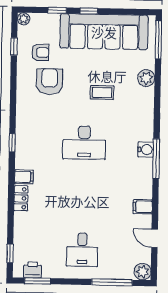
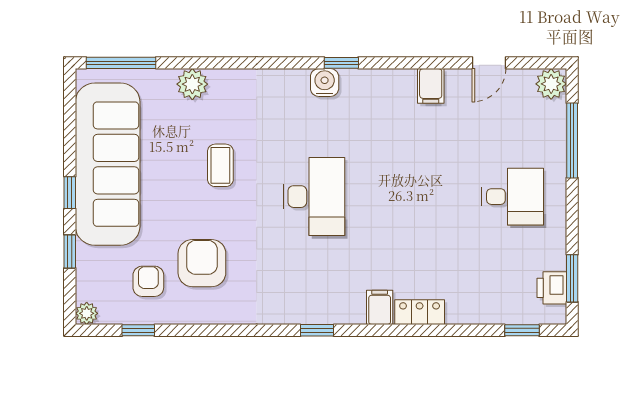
armchair: (50, 81) -> (202, 263), turned 90
window: (156, 159) -> (341, 63), width x0.46

